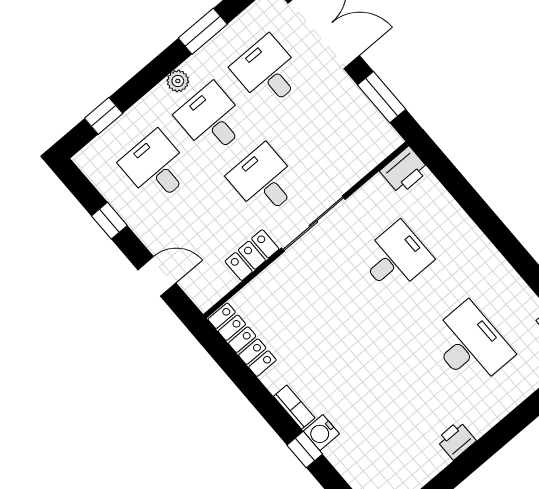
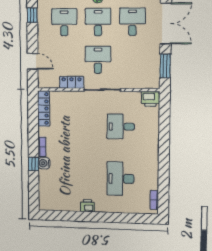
window: (109, 221) -> (32, 15), moved
desk: (396, 258) -> (121, 127), turned 180
desk: (471, 345) -> (120, 179), turned 180

